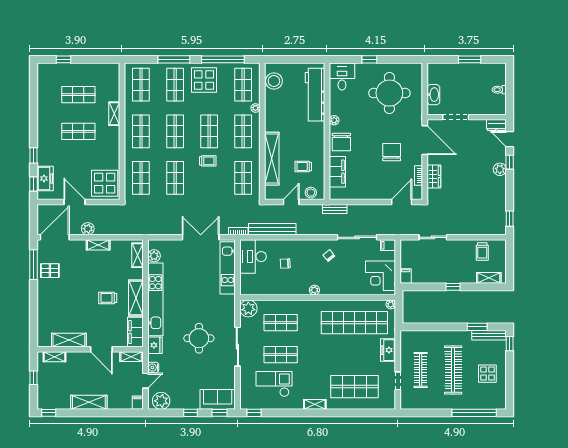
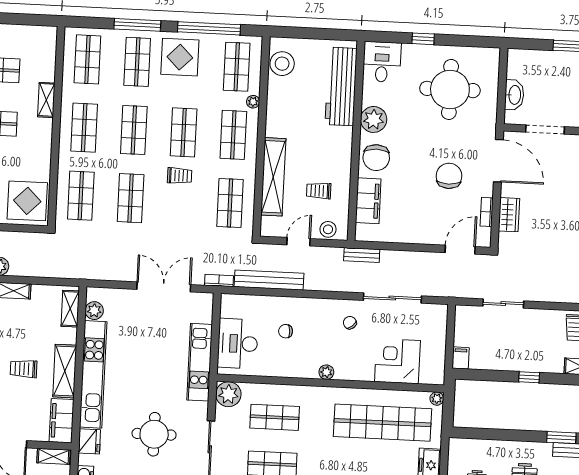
plant: (334, 120) -> (374, 119), width x1.88, depth x1.88
filing cabinet: (388, 245) -> (437, 312), removed
desk: (253, 257) -> (238, 344), moved
kitchen unit: (228, 268) -> (200, 362), moved
corner desk: (380, 276) -> (397, 361), moved, turned 90

